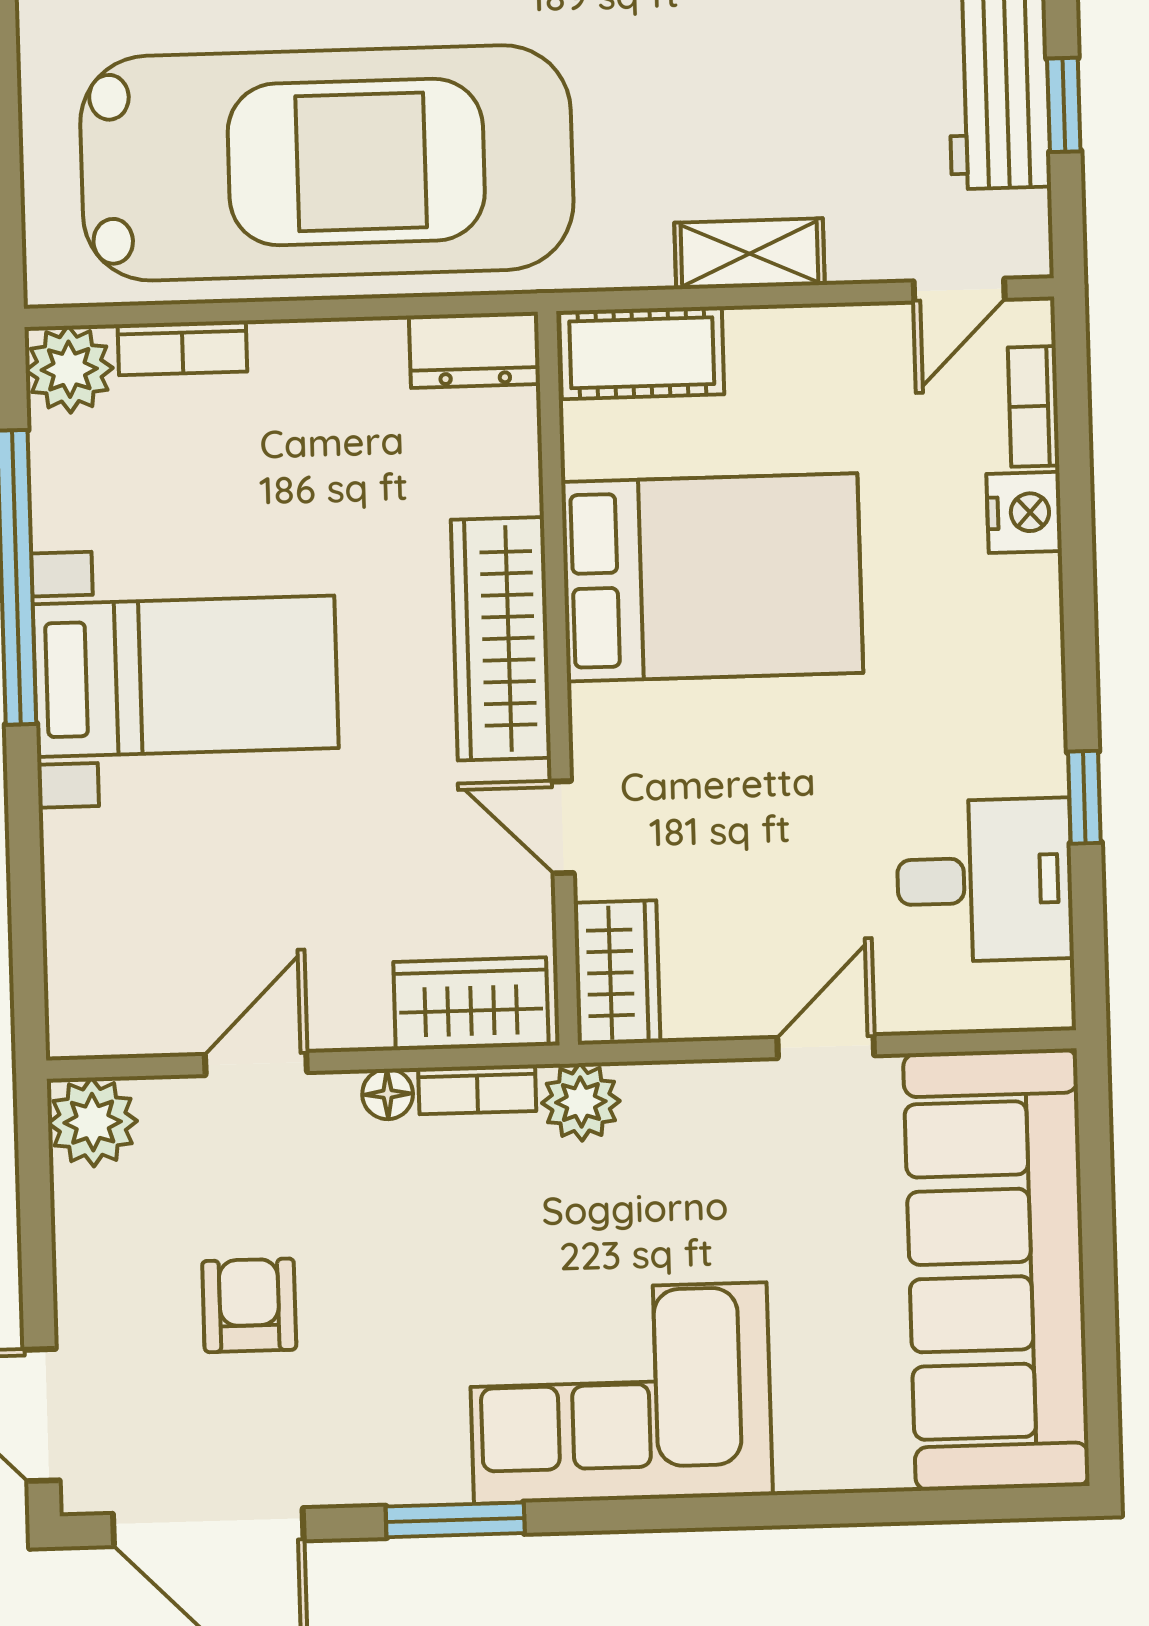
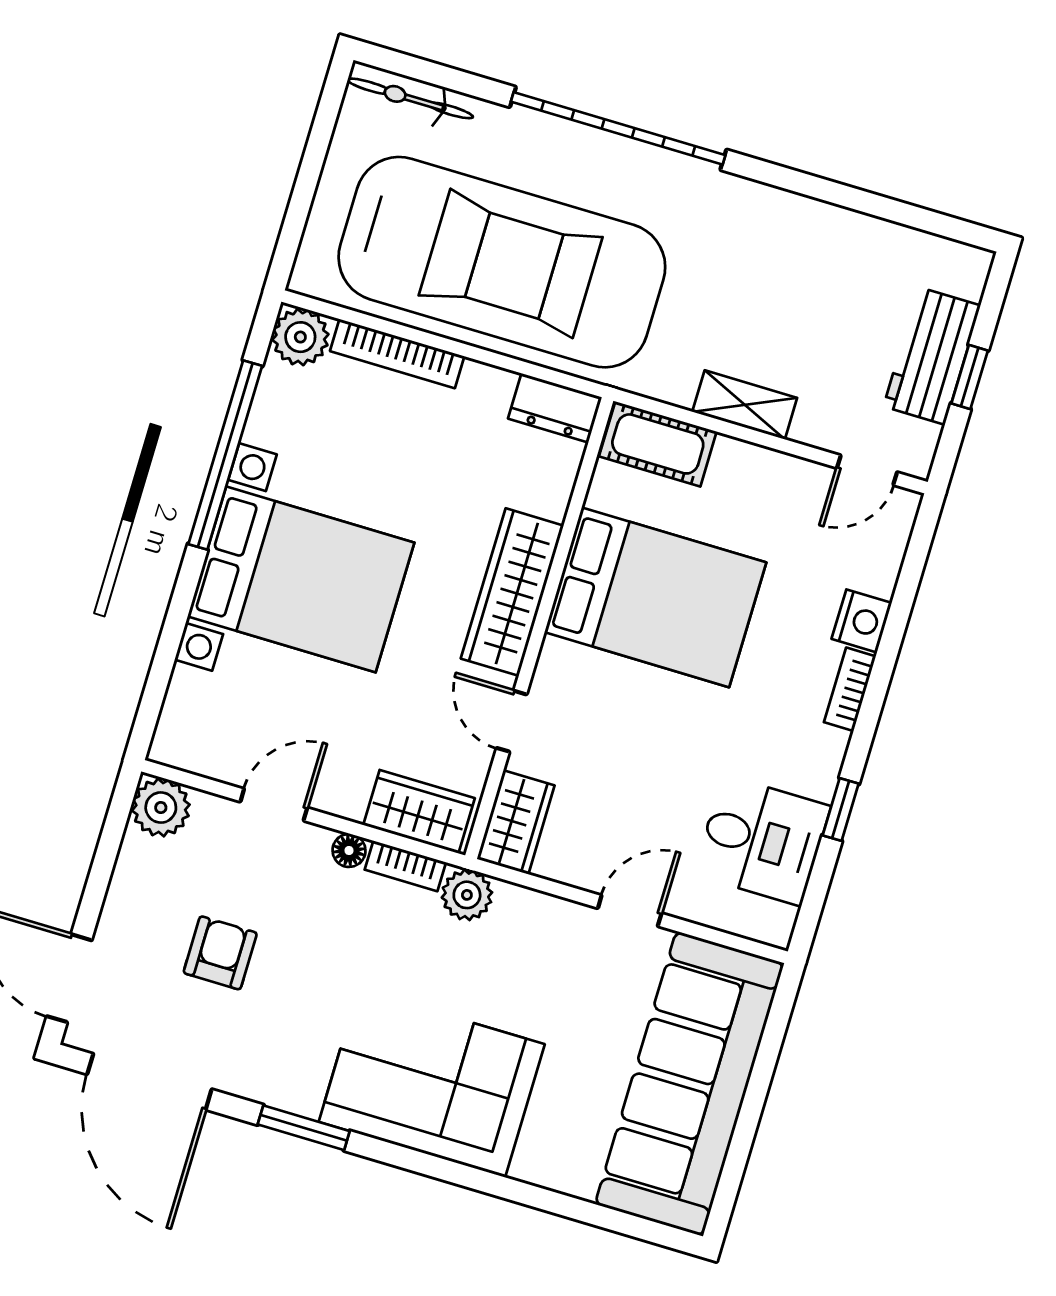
bookcase: (182, 348) -> (397, 354), width x1.56
bookcase: (1034, 406) -> (850, 689), moved
bed with nightstands: (186, 676) -> (301, 579), width x1.36

